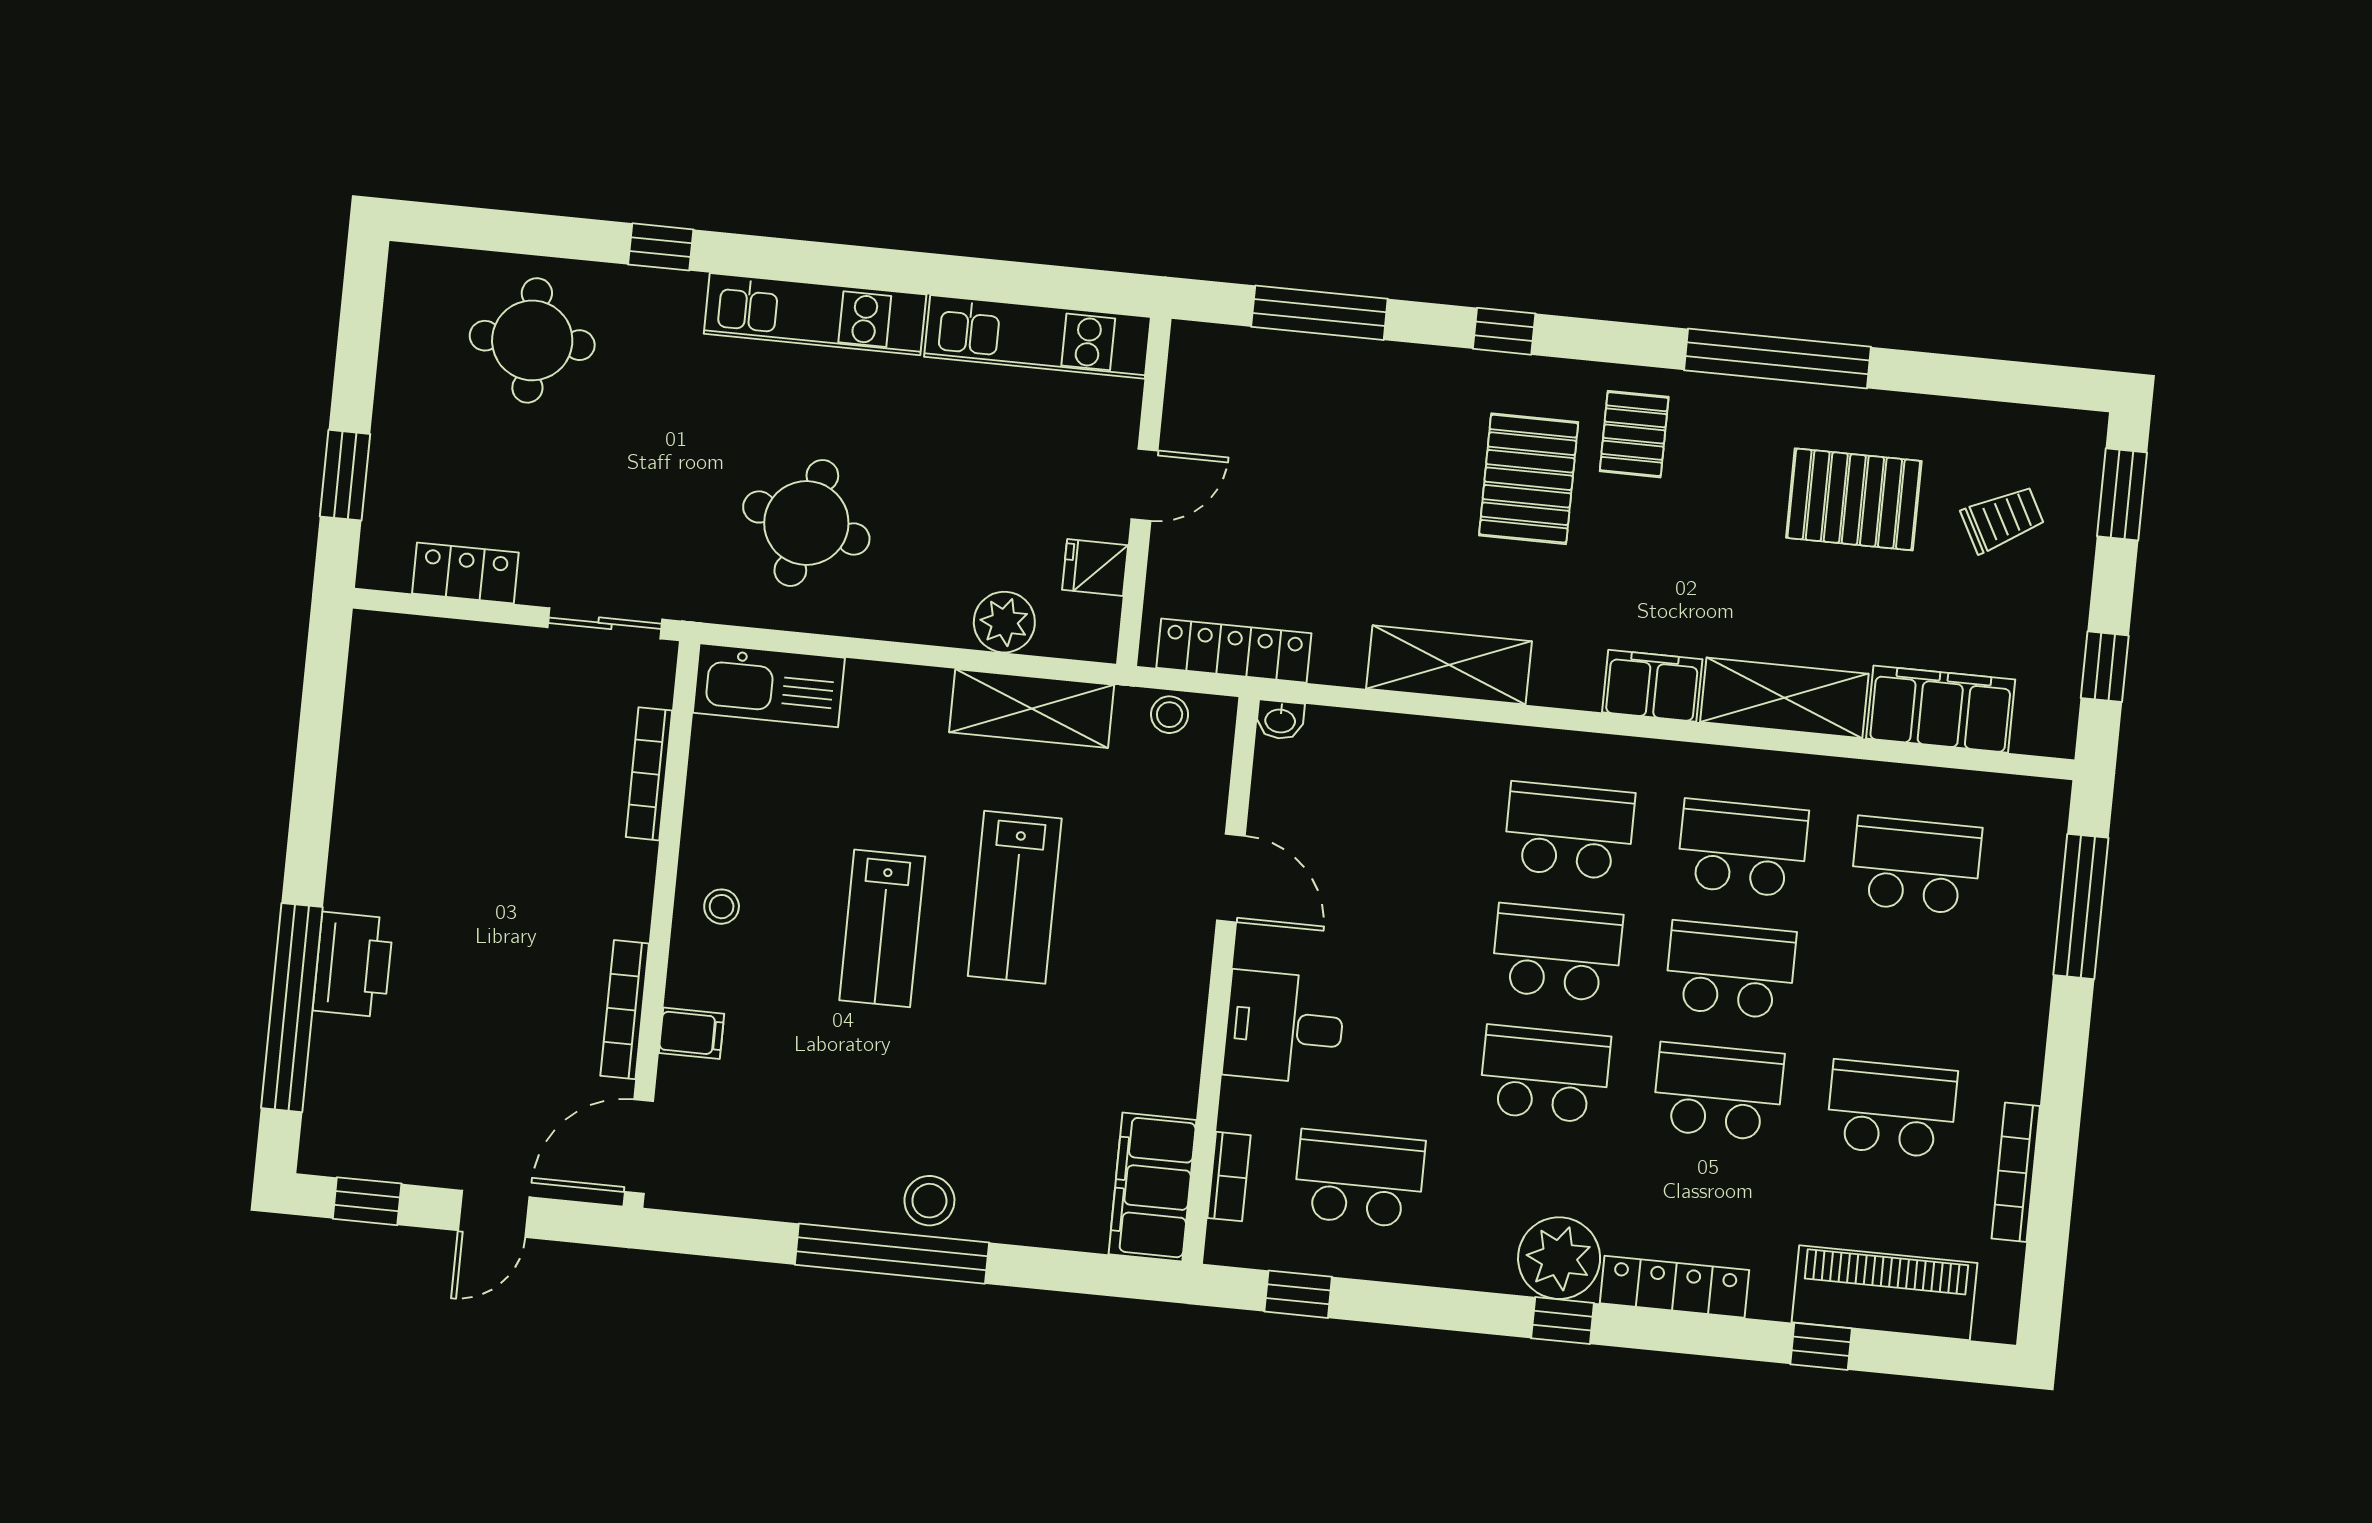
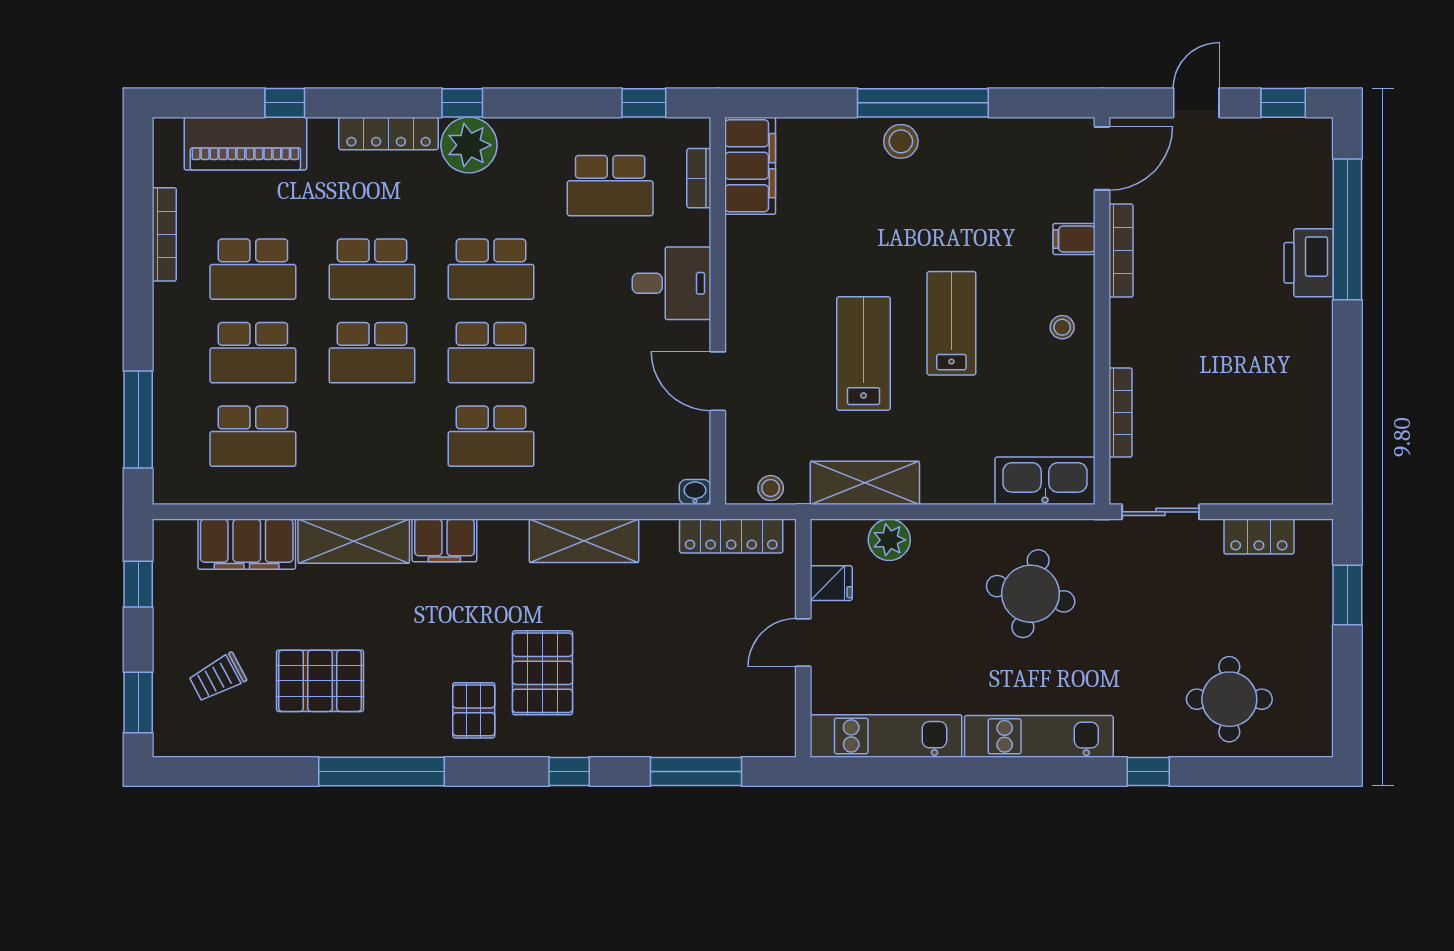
school desk: (1743, 848) -> (253, 353), moved

